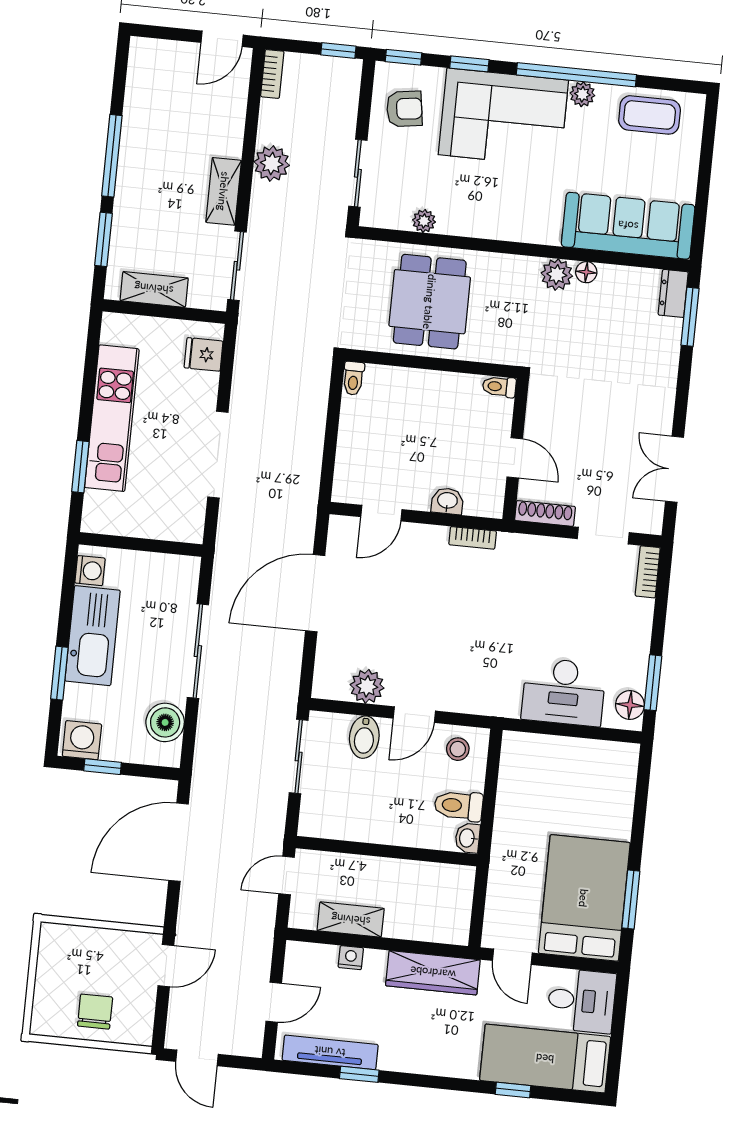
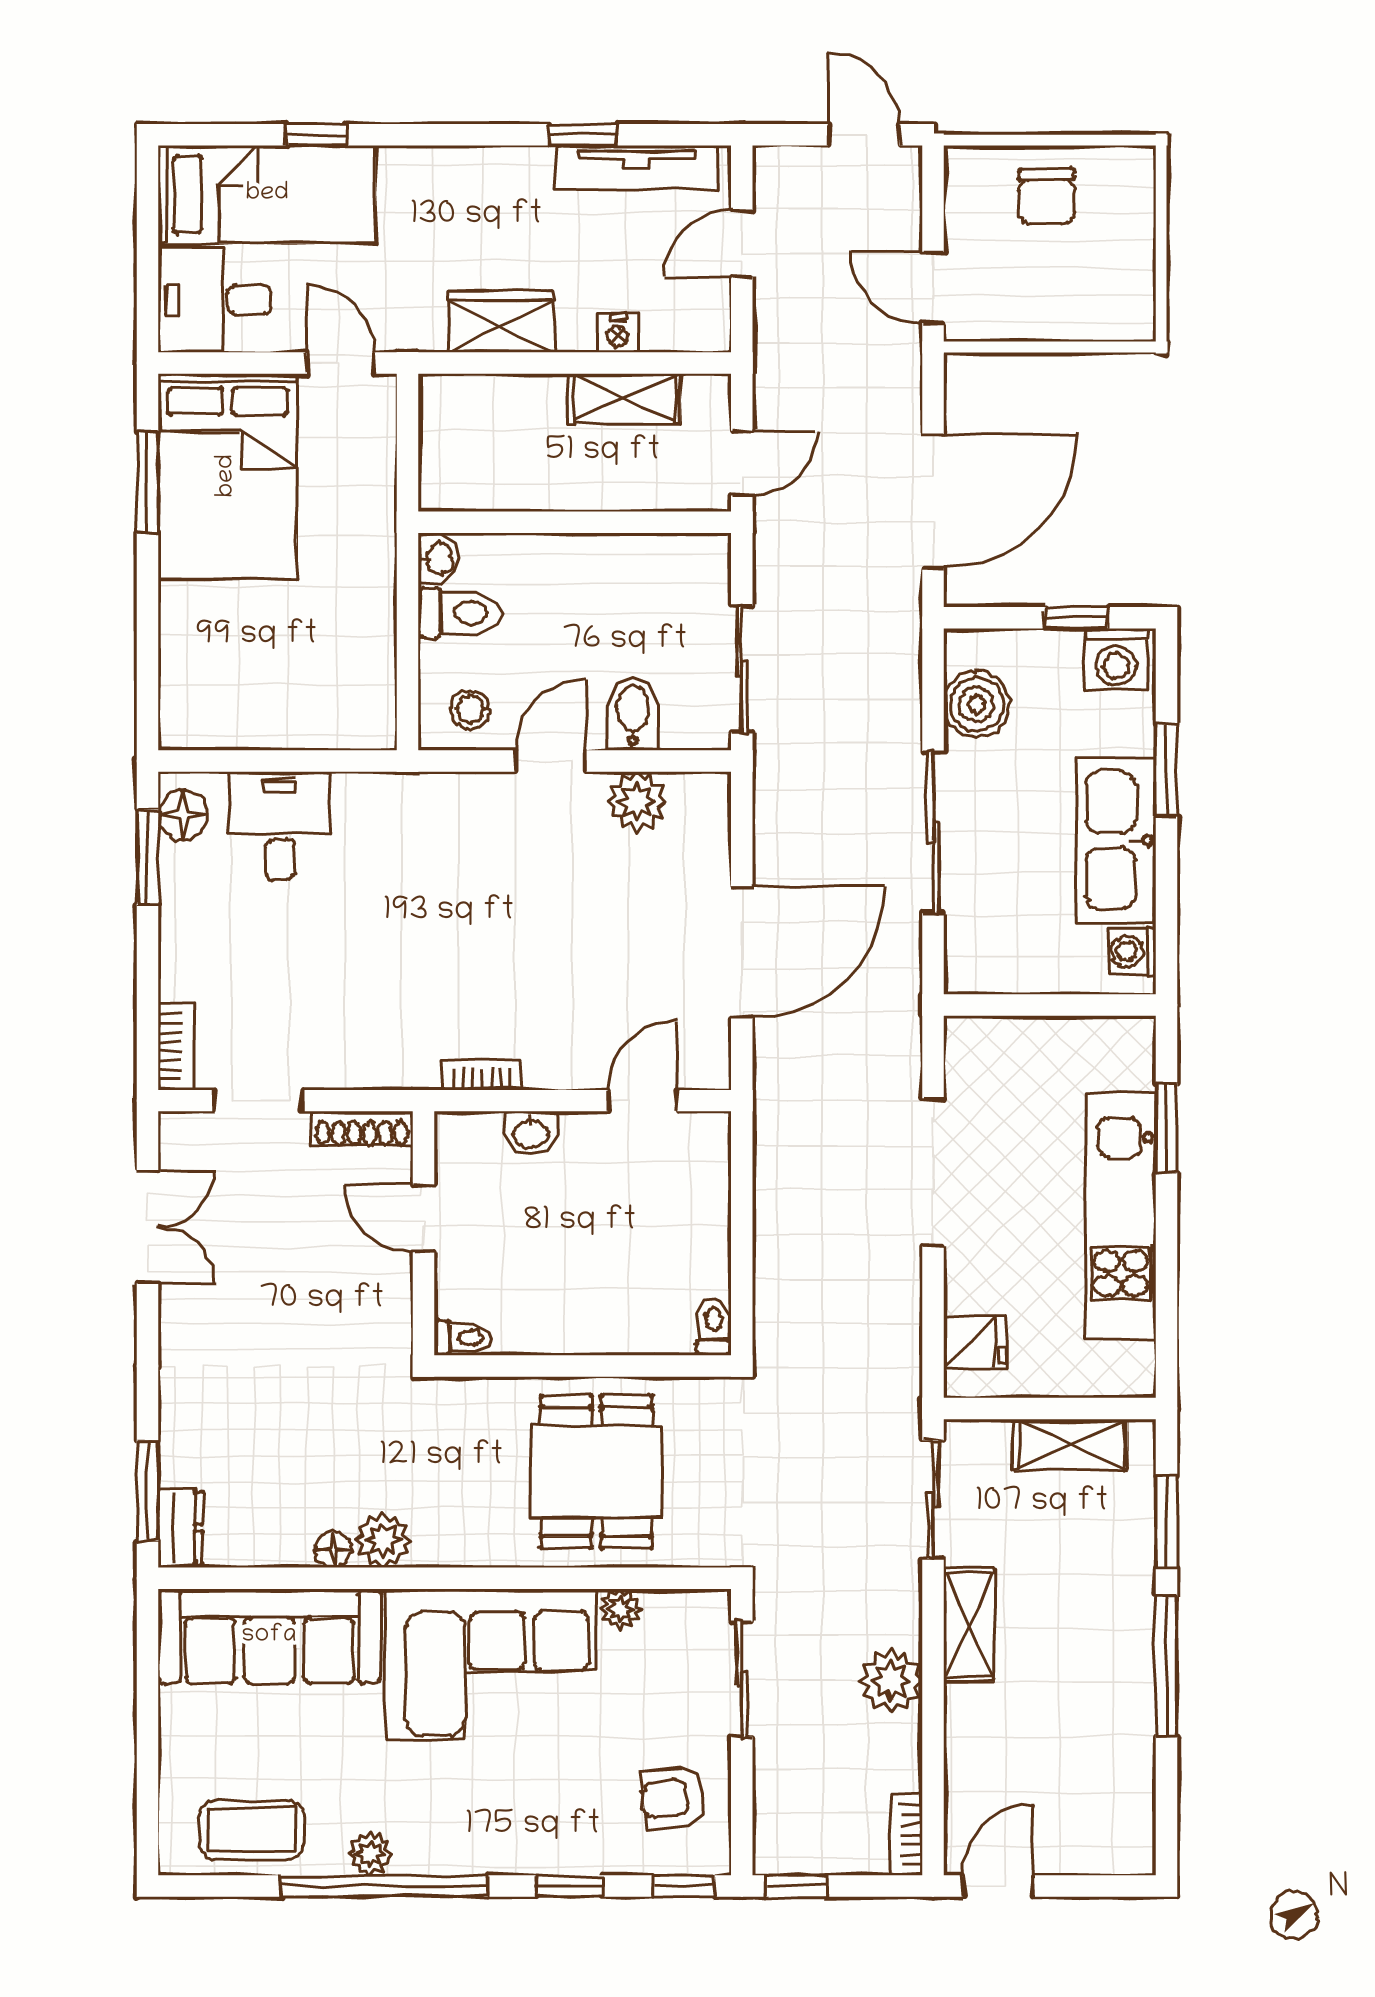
corner sofa: (503, 117) -> (490, 1664), moved, turned 180
desk: (564, 692) -> (280, 826), width x0.73
door: (166, 966) -> (933, 287), hinge flipped
wardrobe: (433, 973) -> (500, 322), width x0.67

